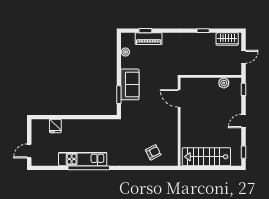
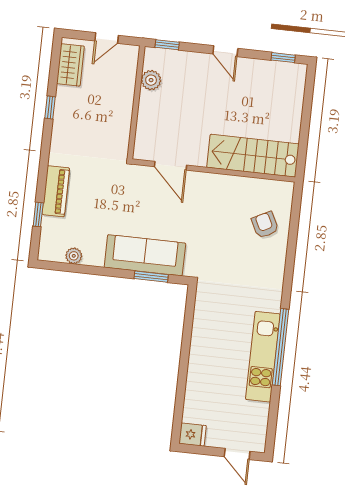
piano: (149, 39) -> (56, 191), moved
door: (244, 57) -> (107, 38), swing flipped
sofa: (130, 84) -> (145, 255), width x1.36
door: (179, 98) -> (170, 166), hinge flipped
fridge: (55, 126) -> (193, 435), moved
stairs: (206, 157) -> (253, 156), moved, turned 90

